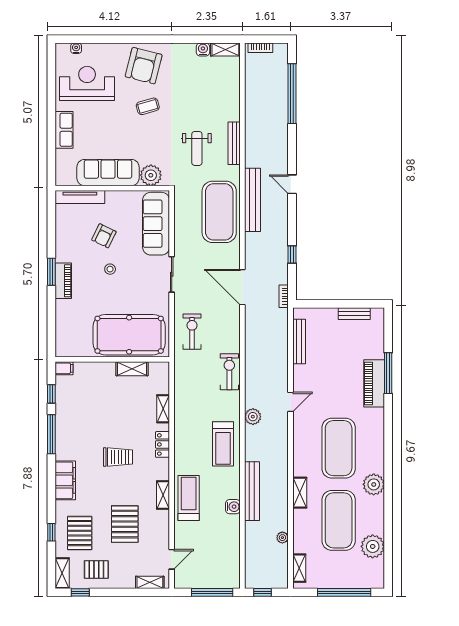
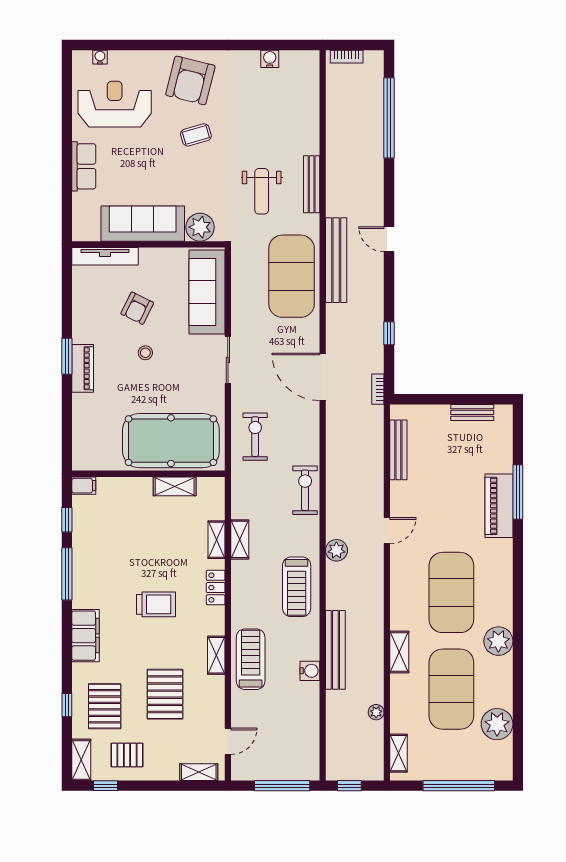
shelving: (225, 50) -> (240, 539), moved, turned 90

